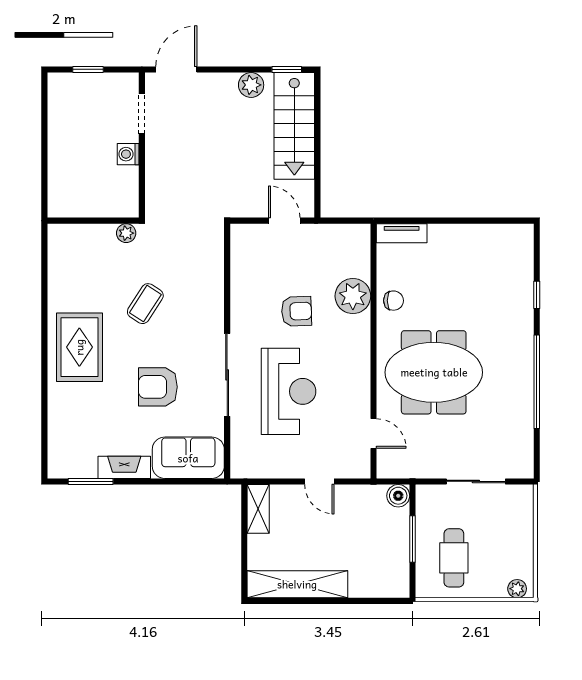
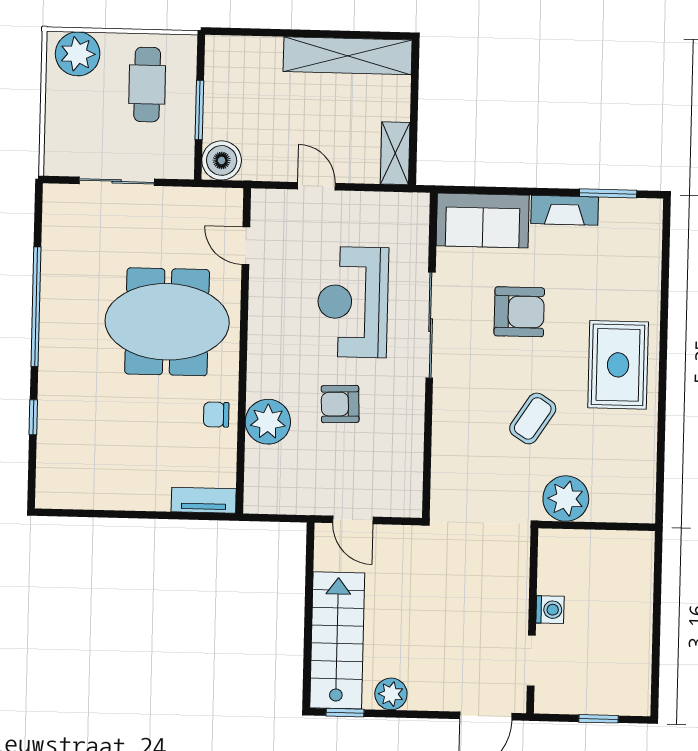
plant: (126, 233) -> (566, 499), width x1.88, depth x1.88
boiler: (398, 496) -> (222, 160), width x1.36, depth x1.36
plant: (517, 589) -> (78, 54), width x1.87, depth x1.87

